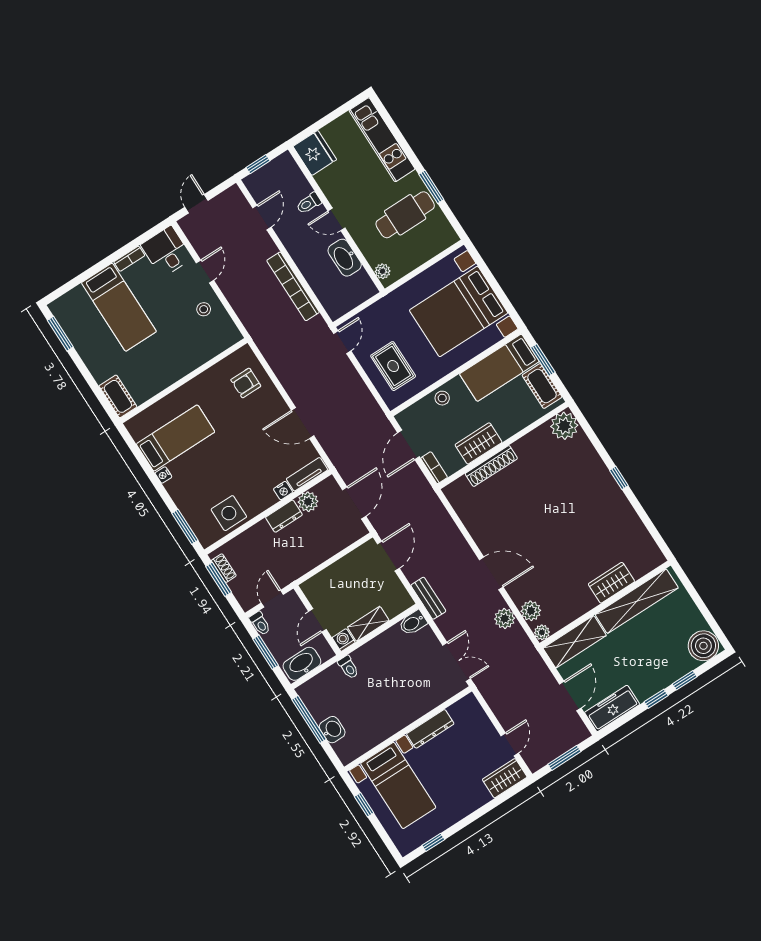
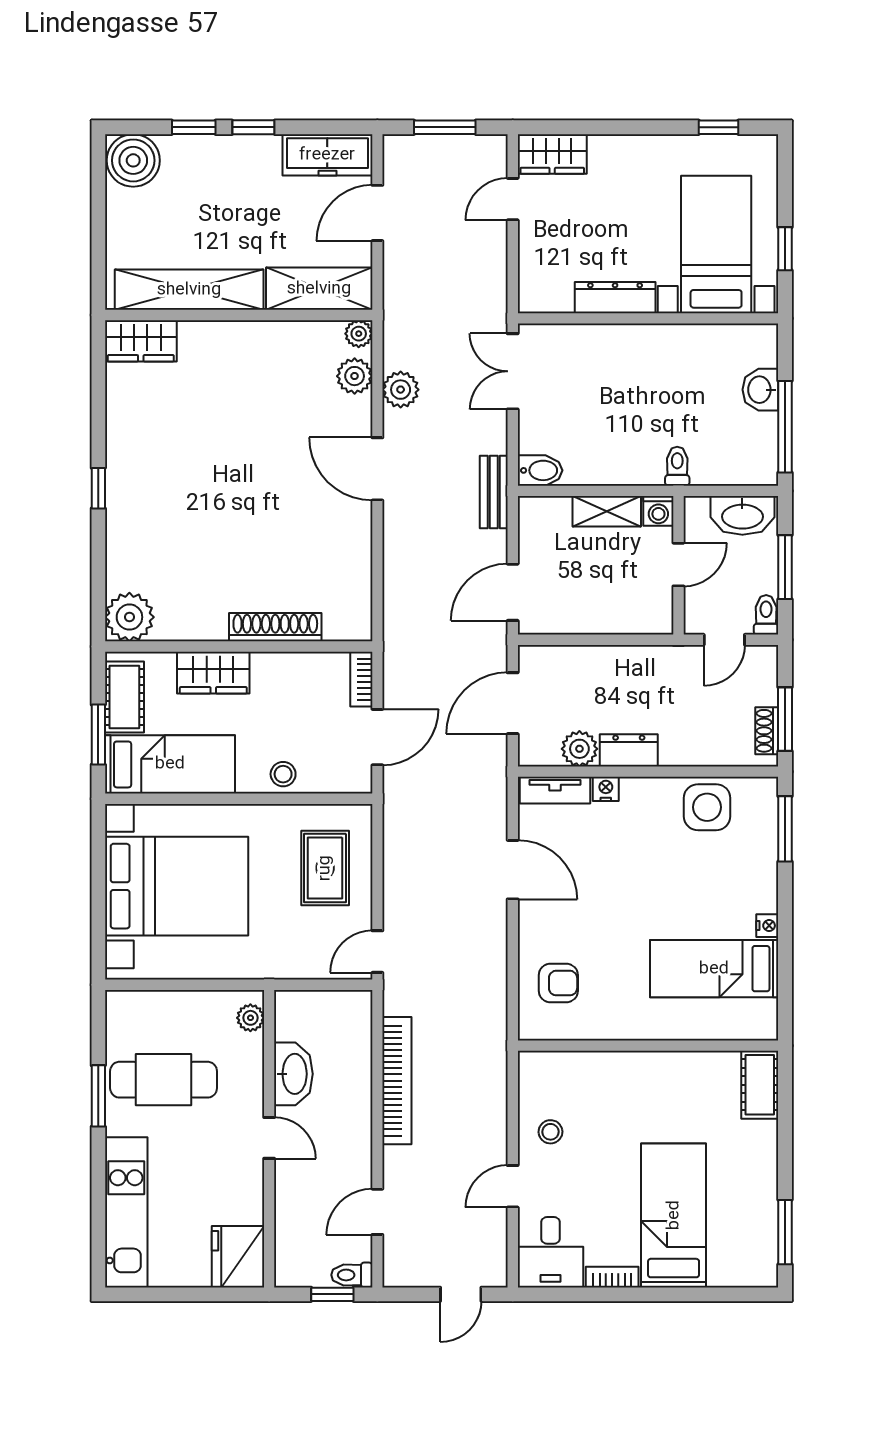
toilet: (309, 203) -> (352, 1275), moved, turned 180
wardrobe: (479, 443) -> (213, 673), moved
wardrobe: (611, 583) -> (141, 341), moved

